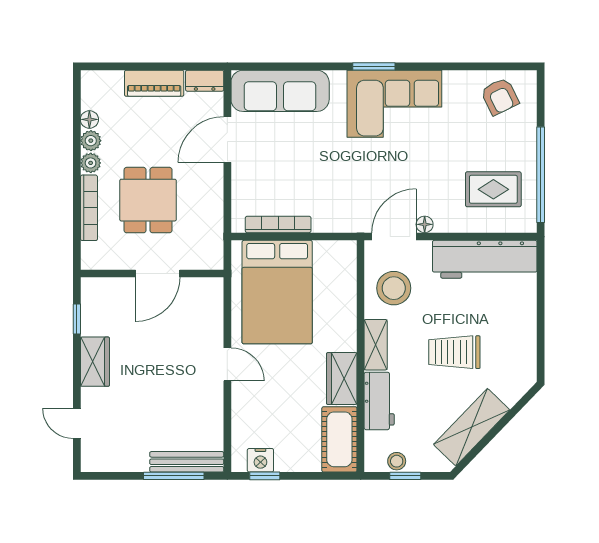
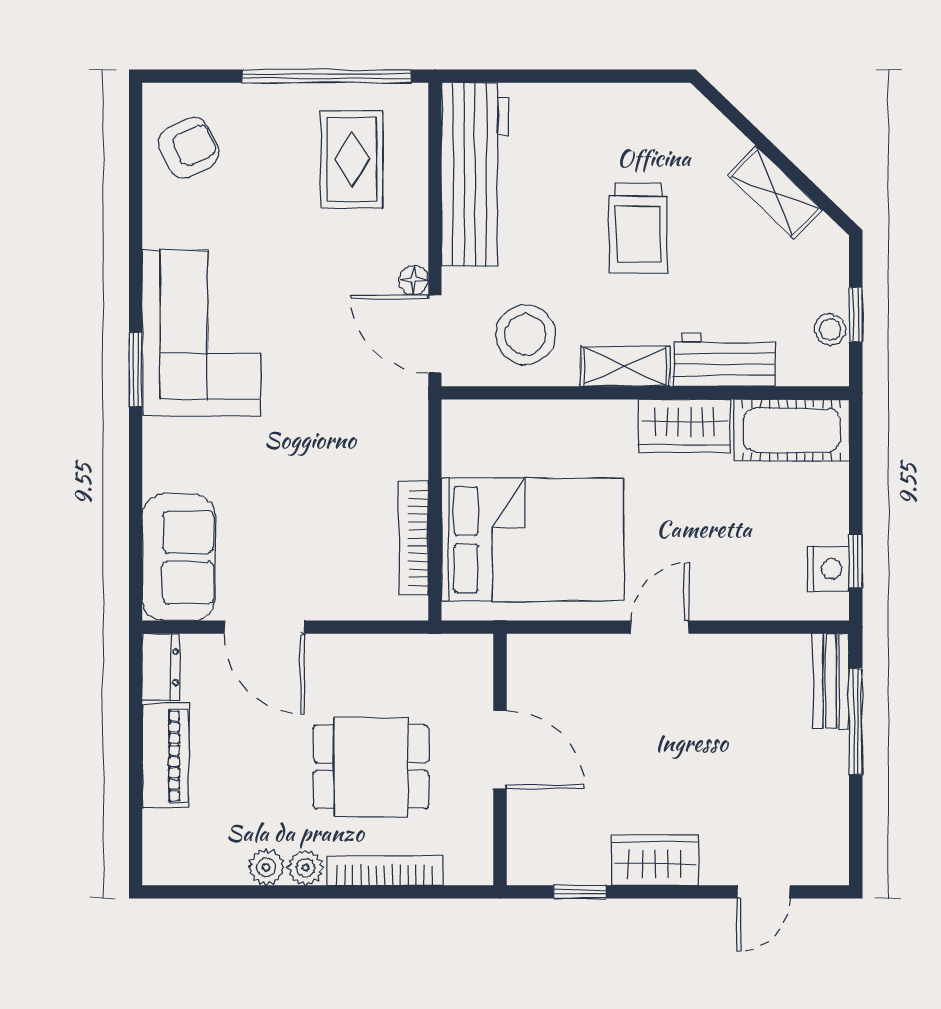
sofa: (280, 91) -> (179, 557), width x0.73
floor lamp: (89, 119) -> (229, 870), removed
shelving: (472, 427) -> (775, 193), width x0.67, depth x0.75
bench: (187, 462) -> (831, 681), width x0.73

